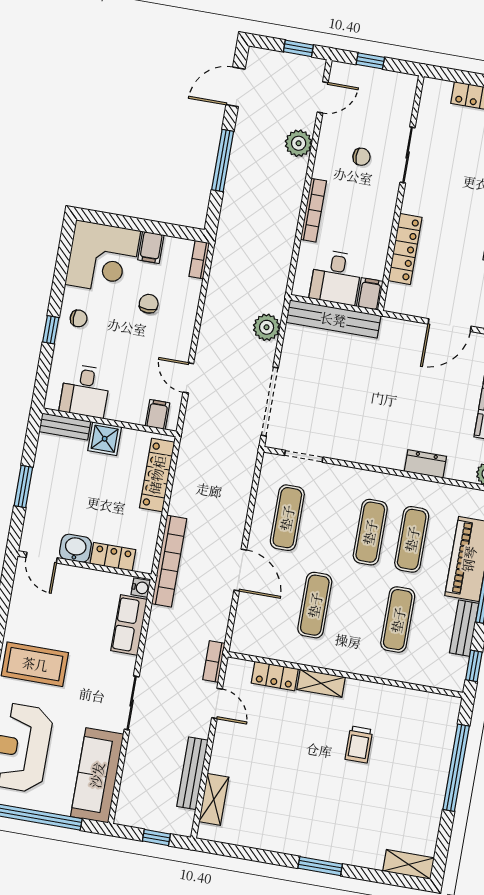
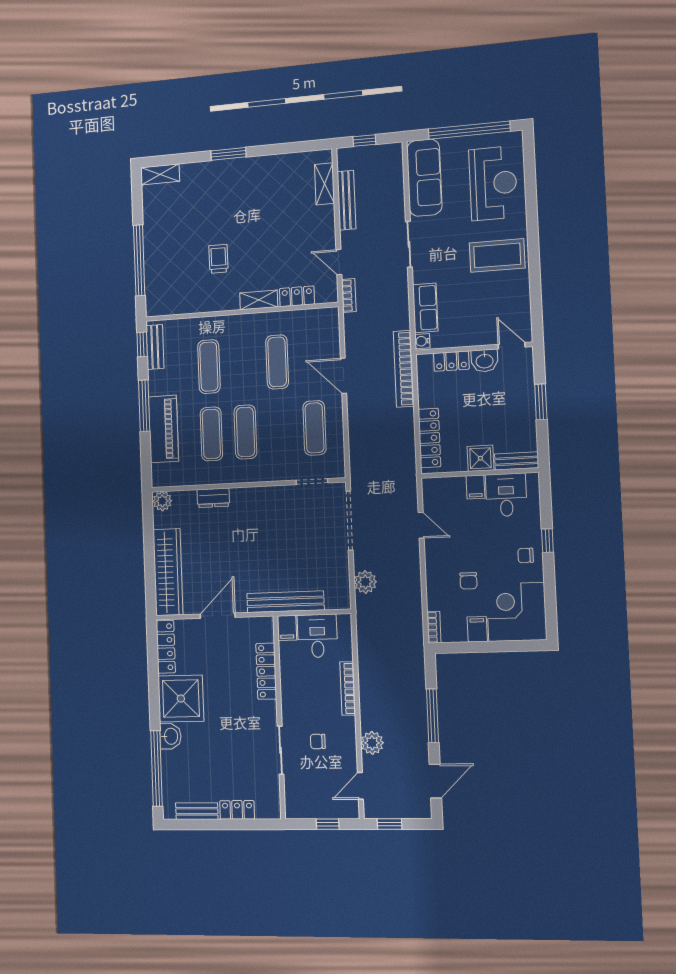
bench: (333, 319) -> (285, 602), moved
filing cabinet: (157, 415) -> (475, 487), moved
bench: (464, 628) -> (155, 347), moved

